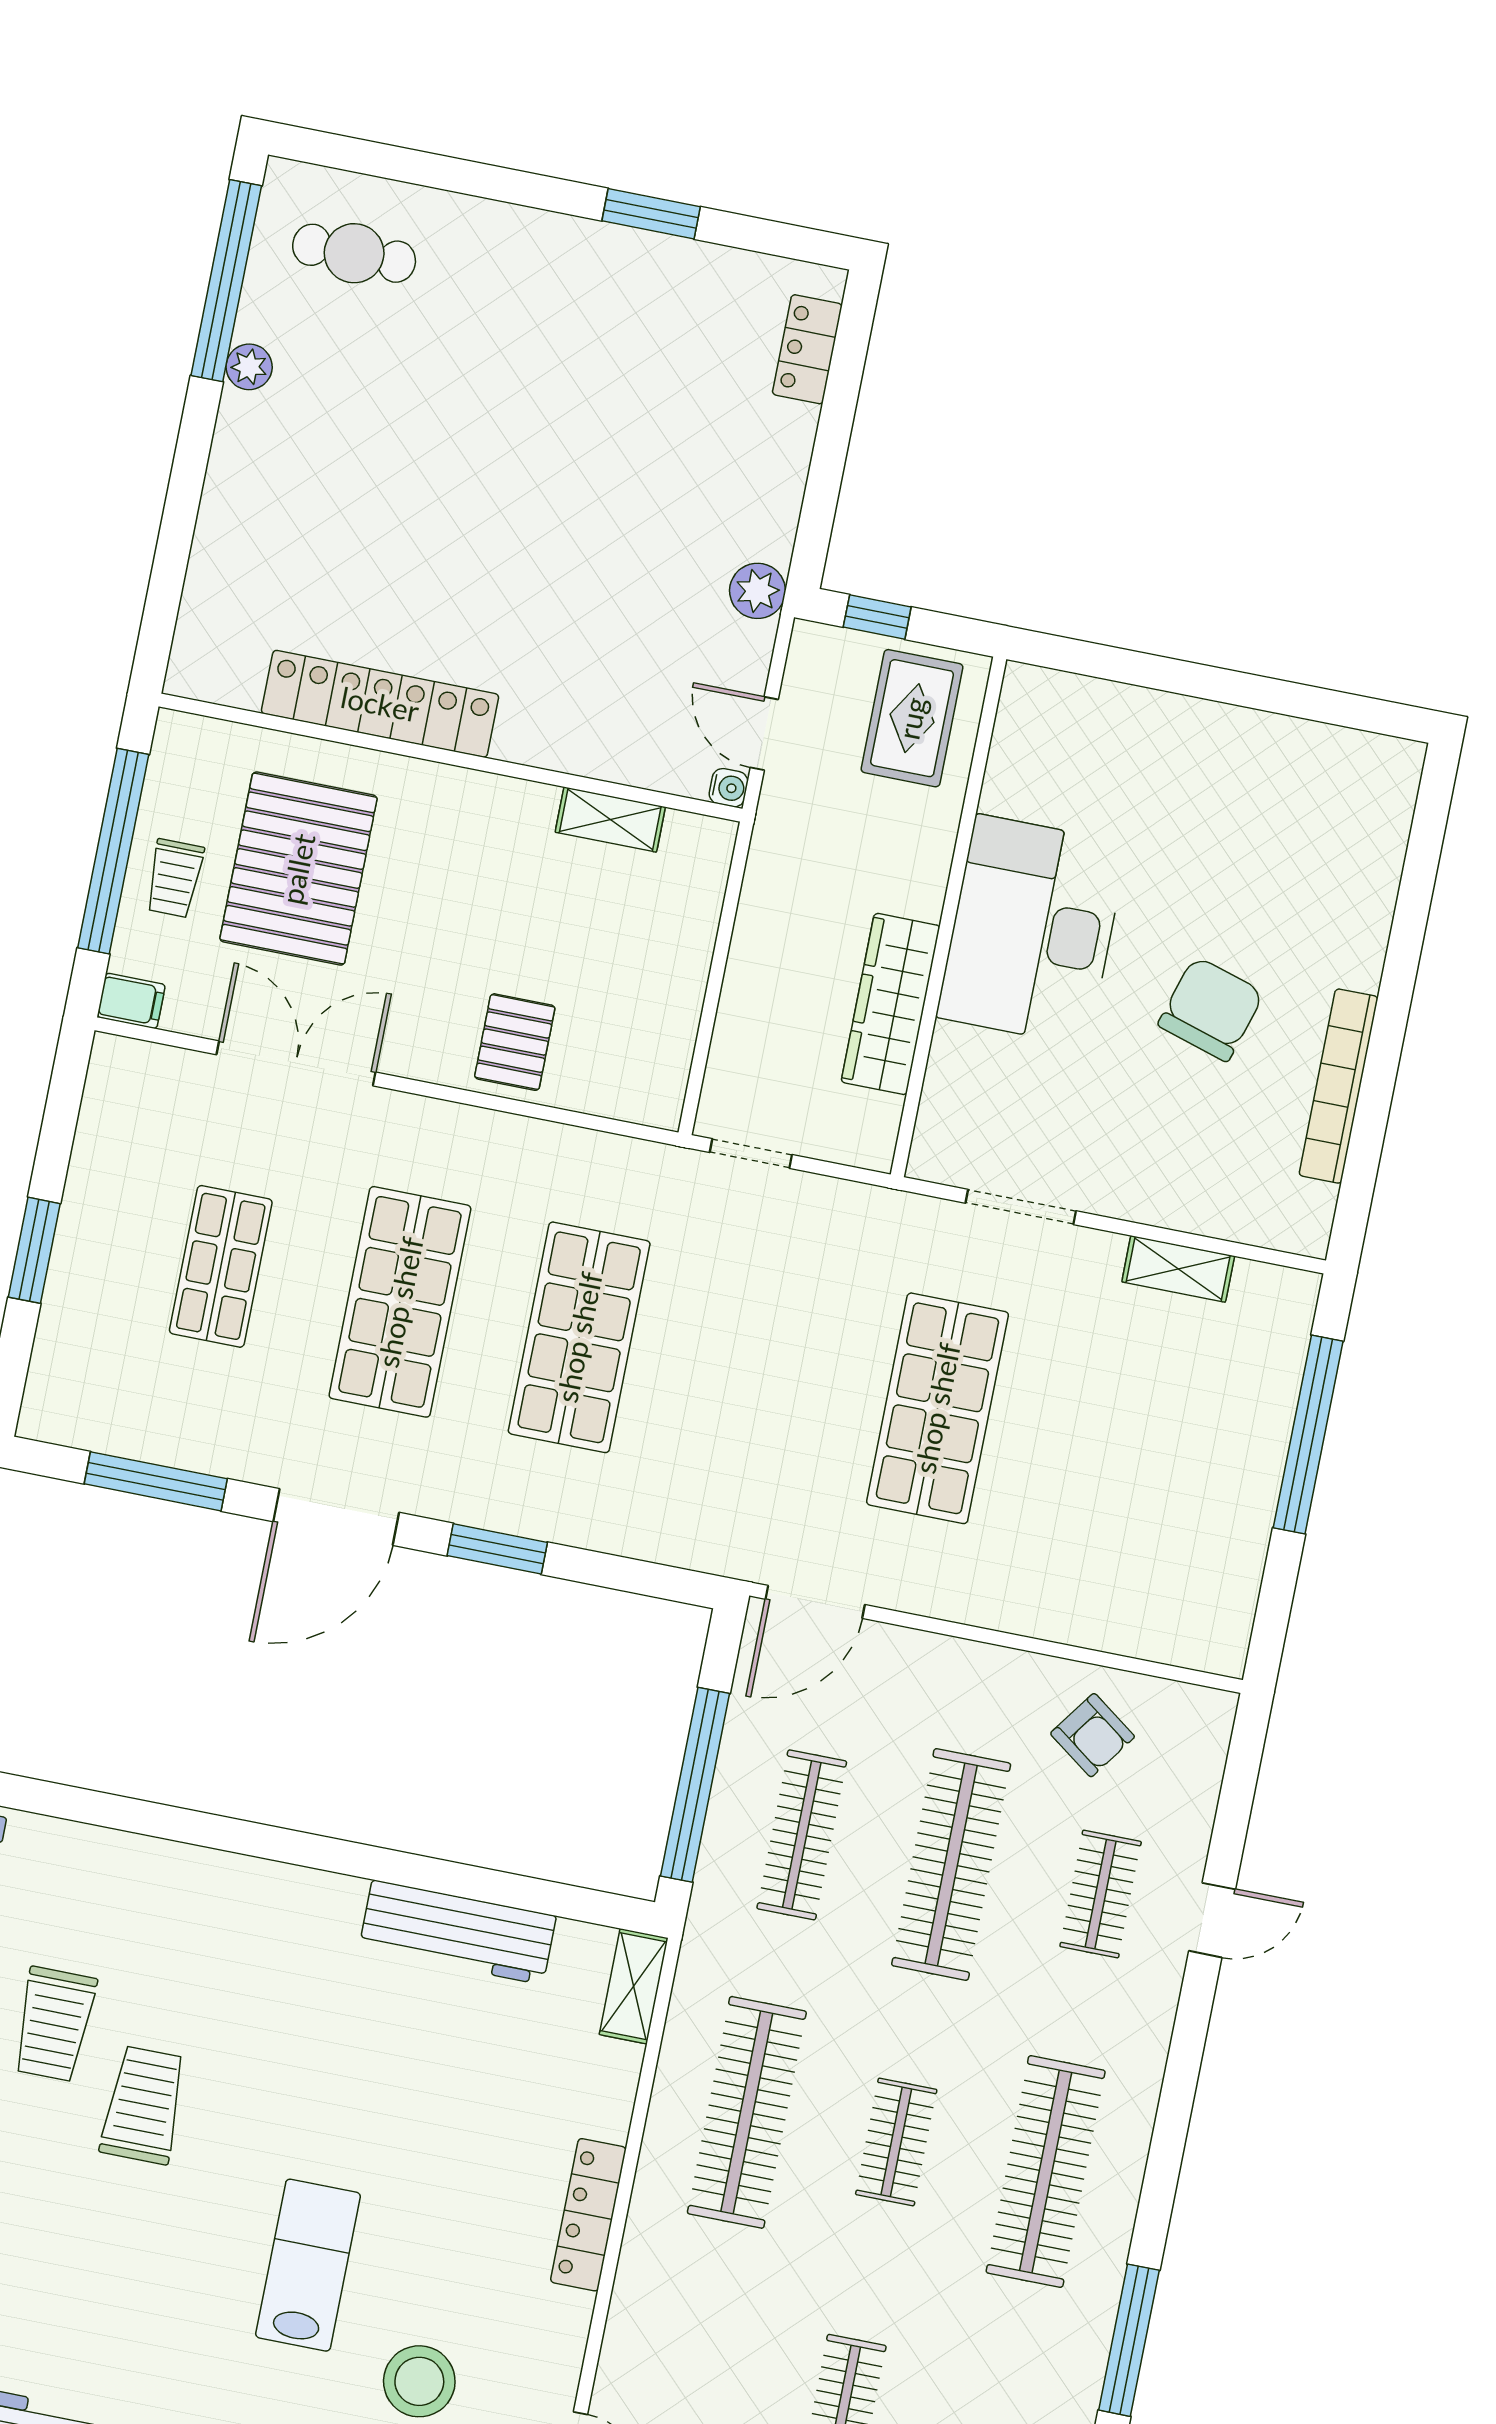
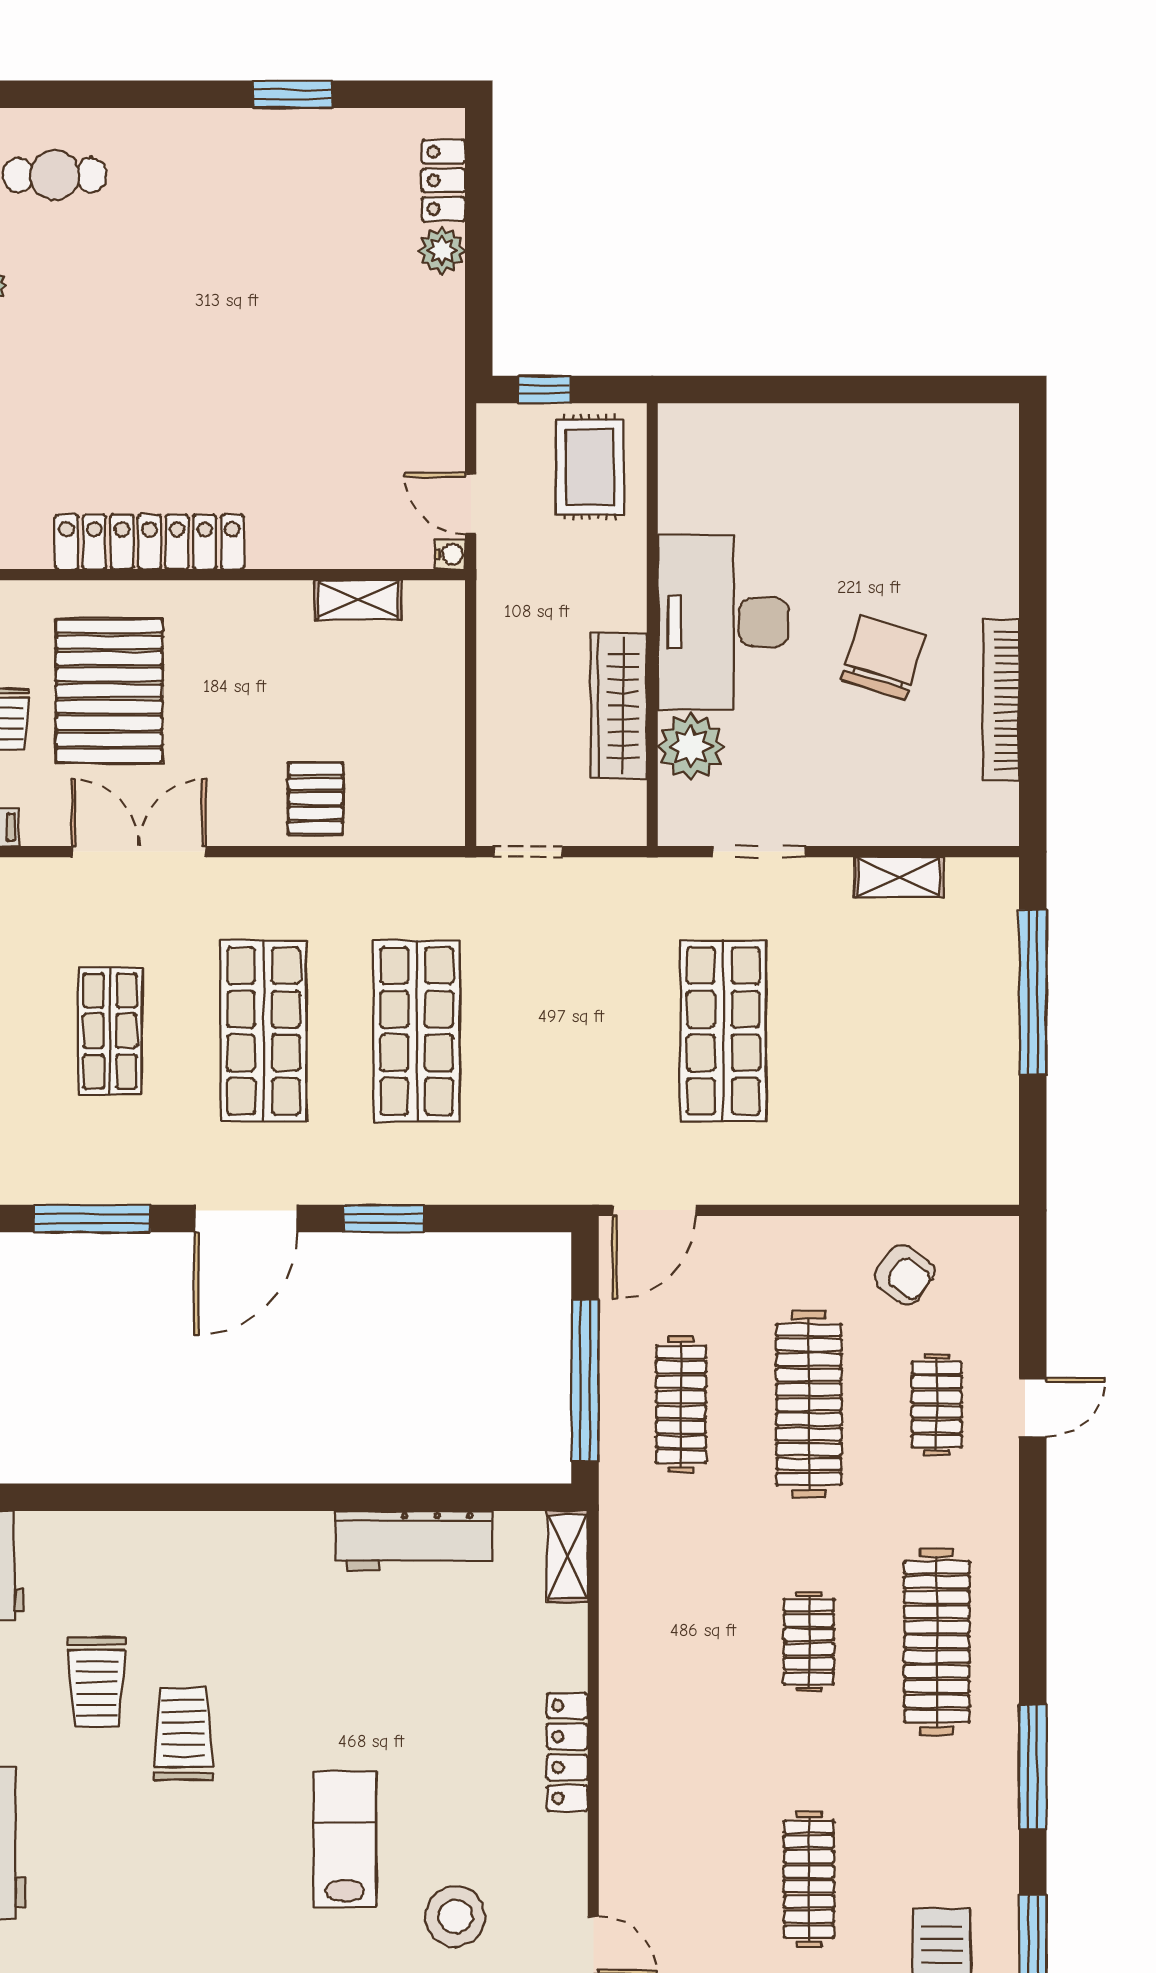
plant: (758, 591) -> (442, 250), moved
plant: (966, 1068) -> (691, 747), added
clothes rail: (747, 2112) -> (681, 1642), removed

